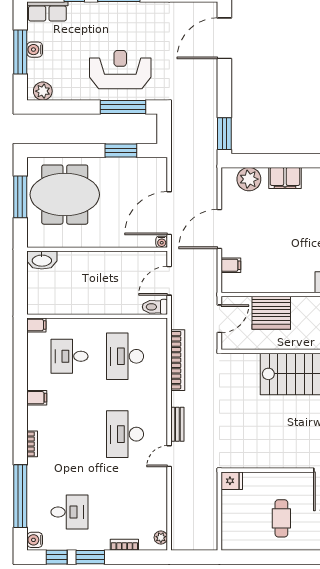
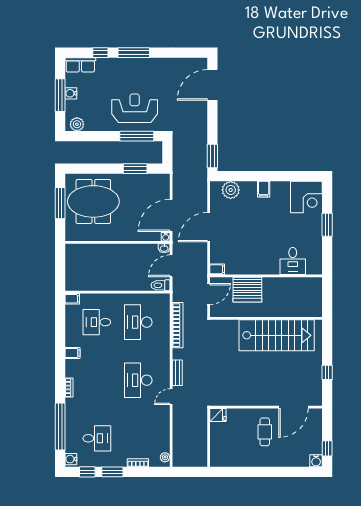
filing cabinet: (285, 178) -> (264, 189), width x0.50
washbasin: (42, 260) -> (164, 248), moved, width x0.52, depth x0.69
filing cabinet: (231, 265) -> (217, 269), moved
cafe table: (281, 518) -> (265, 432), moved

